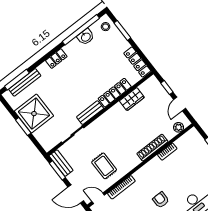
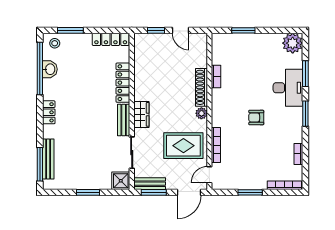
wardrobe: (132, 99) -> (141, 114), moved
shower: (34, 114) -> (121, 181), moved, width x0.54, depth x0.54
plant: (179, 127) -> (201, 113), moved
rug: (104, 166) -> (183, 146), width x1.36, depth x1.43

